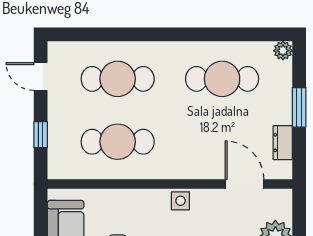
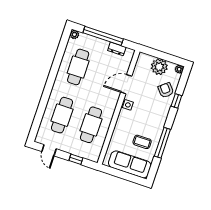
door: (41, 76) -> (49, 150), hinge flipped
window: (299, 107) -> (103, 36), width x2.11
door: (244, 184) -> (126, 84), moved

